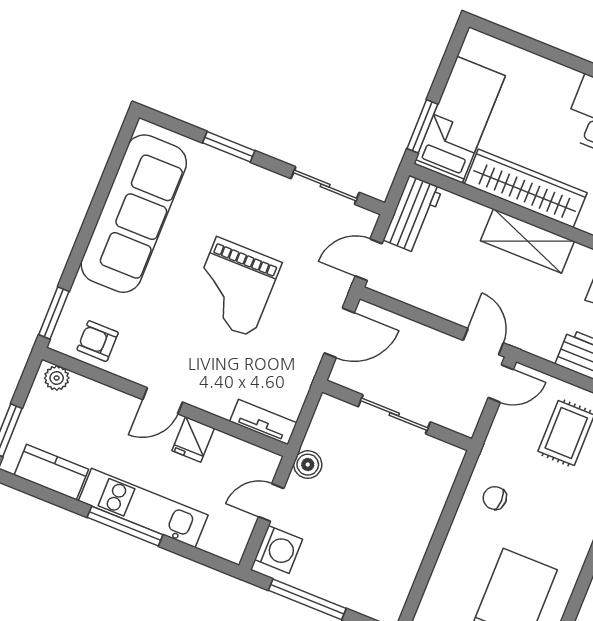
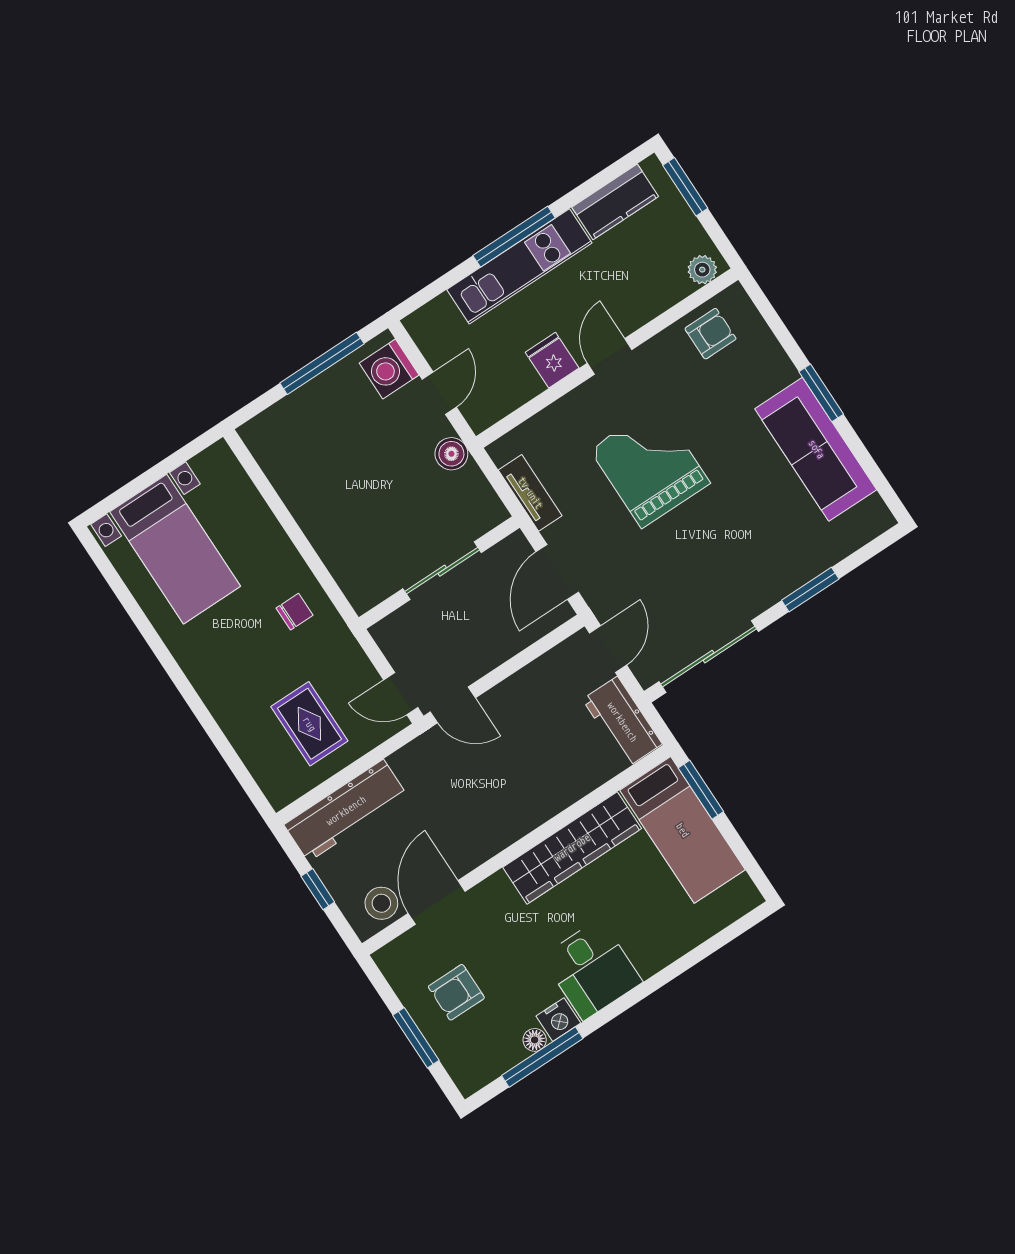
sliding door: (325, 186) -> (709, 657), width x1.37
sofa: (134, 214) -> (816, 449), width x0.74, depth x0.79
shelving: (527, 241) -> (520, 814), removed
grand piano: (234, 287) -> (650, 466), moved
window: (54, 313) -> (821, 393), moved
door: (501, 383) -> (401, 694), hinge flipped
tv unit: (263, 422) -> (530, 493), moved, turned -90

